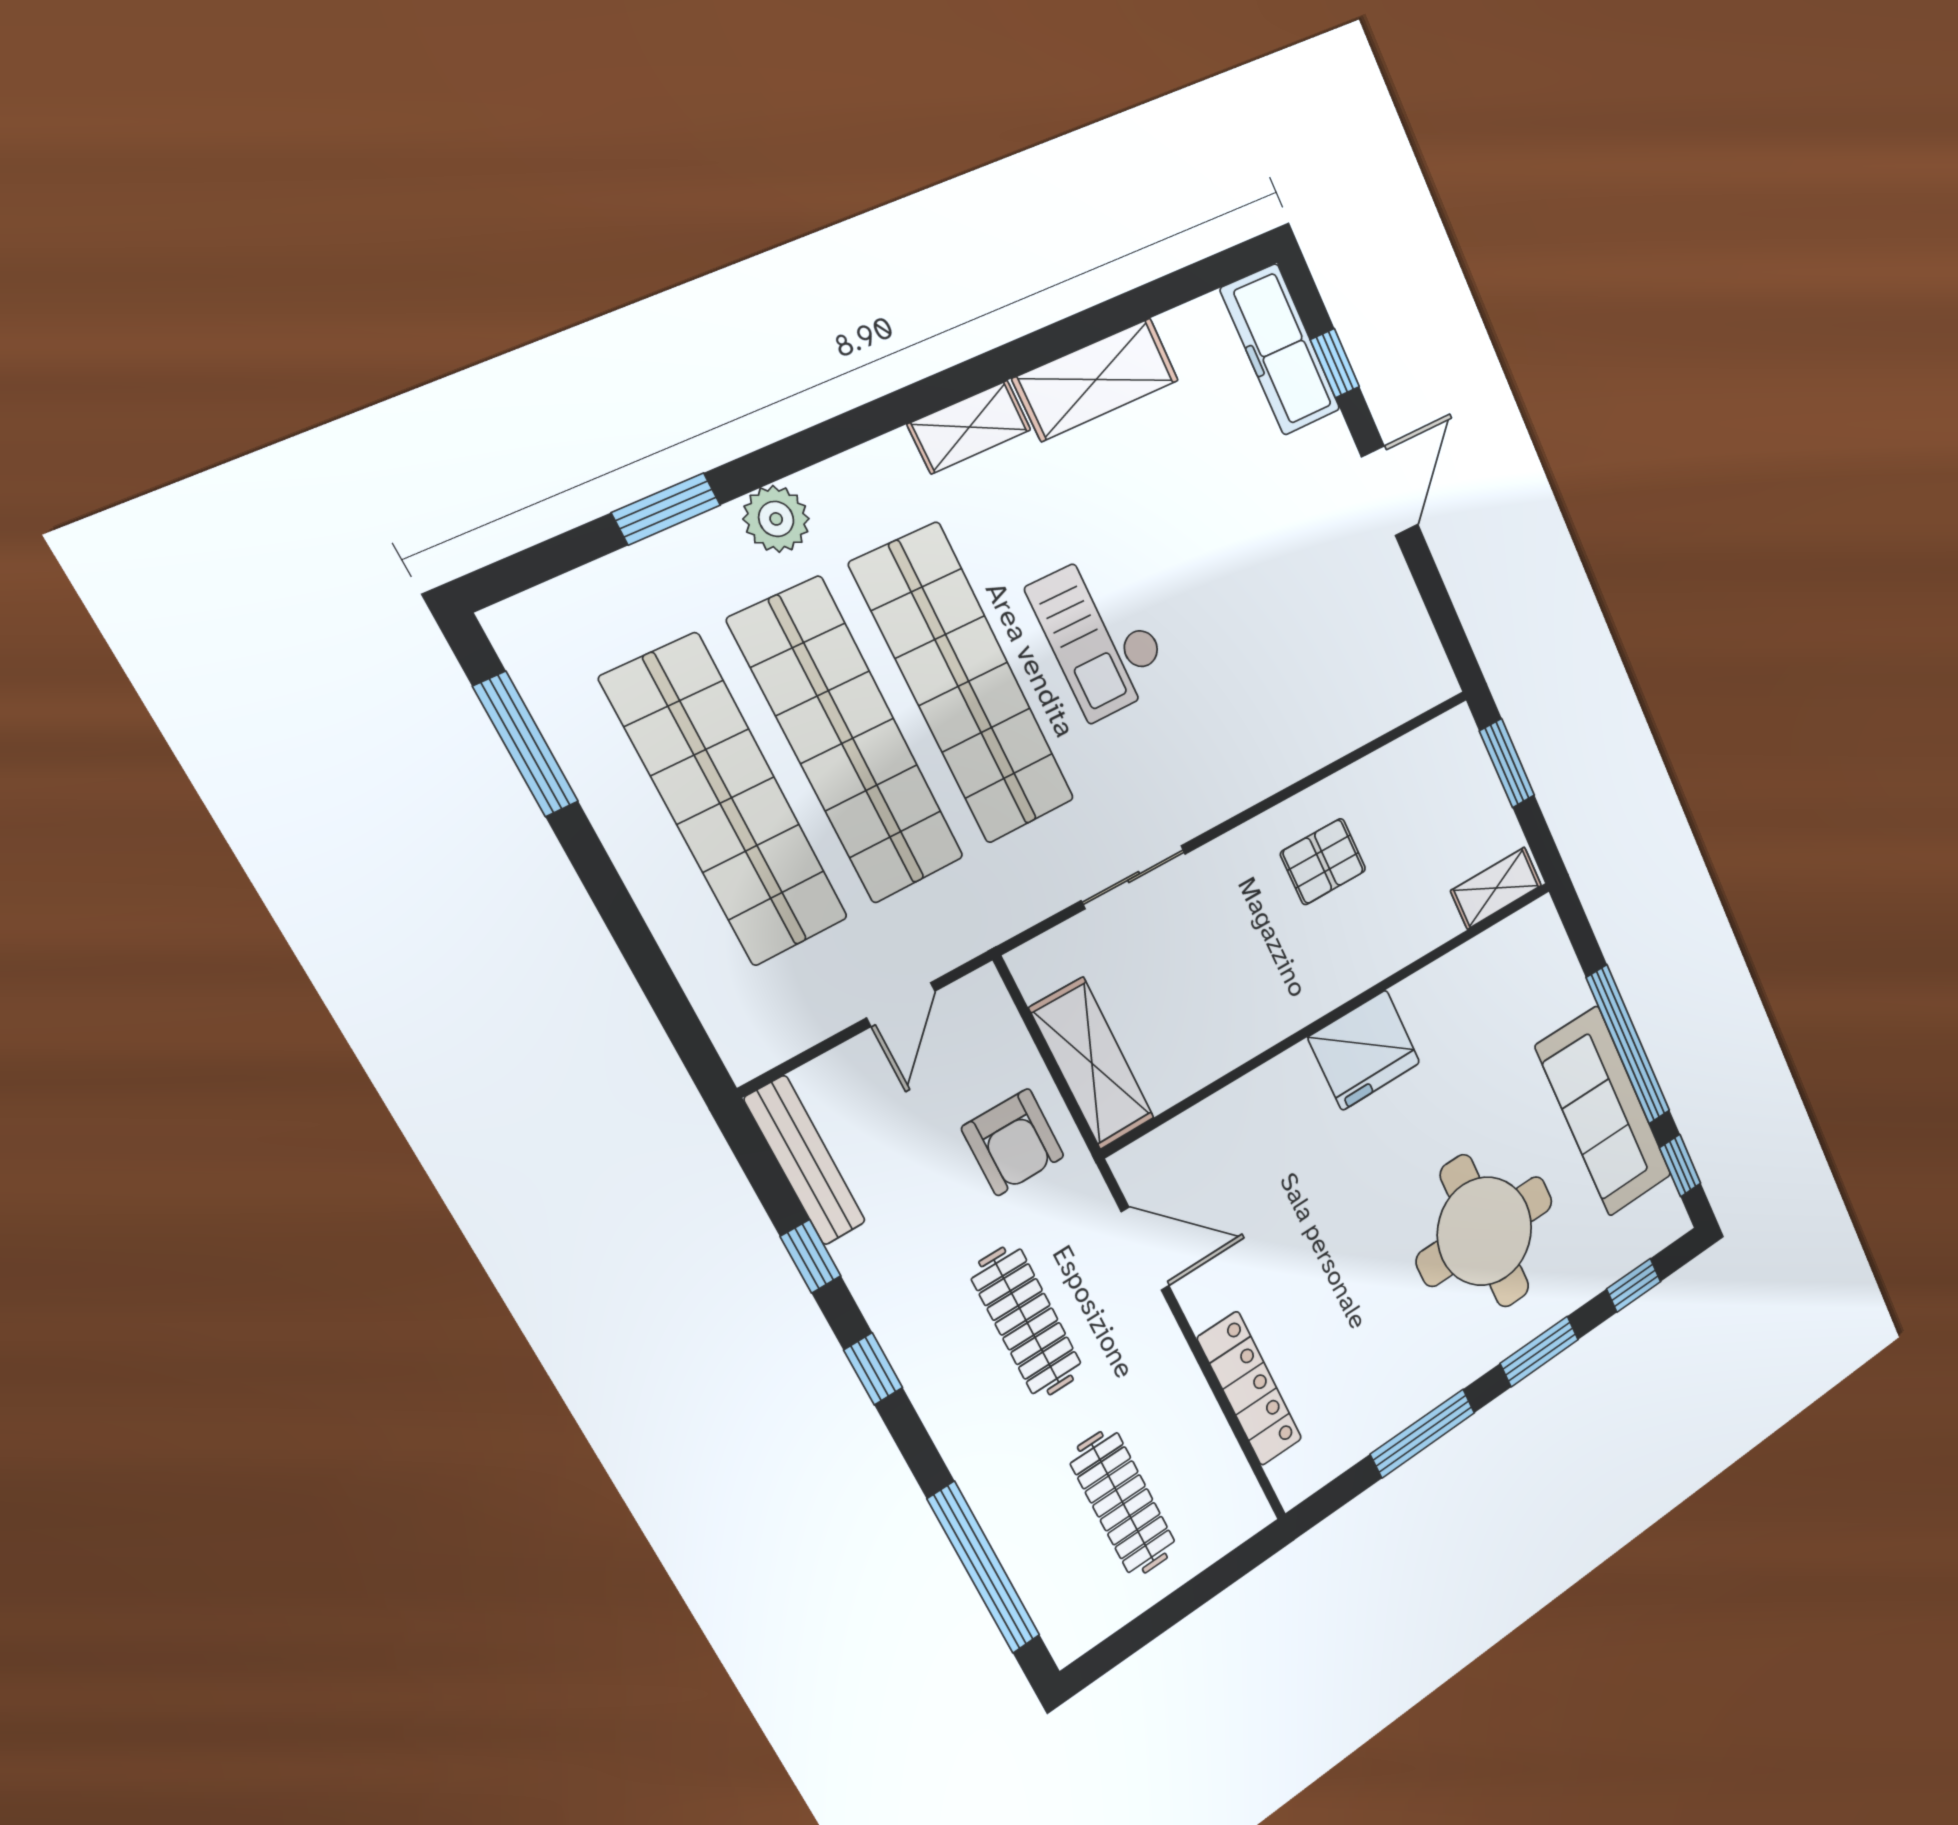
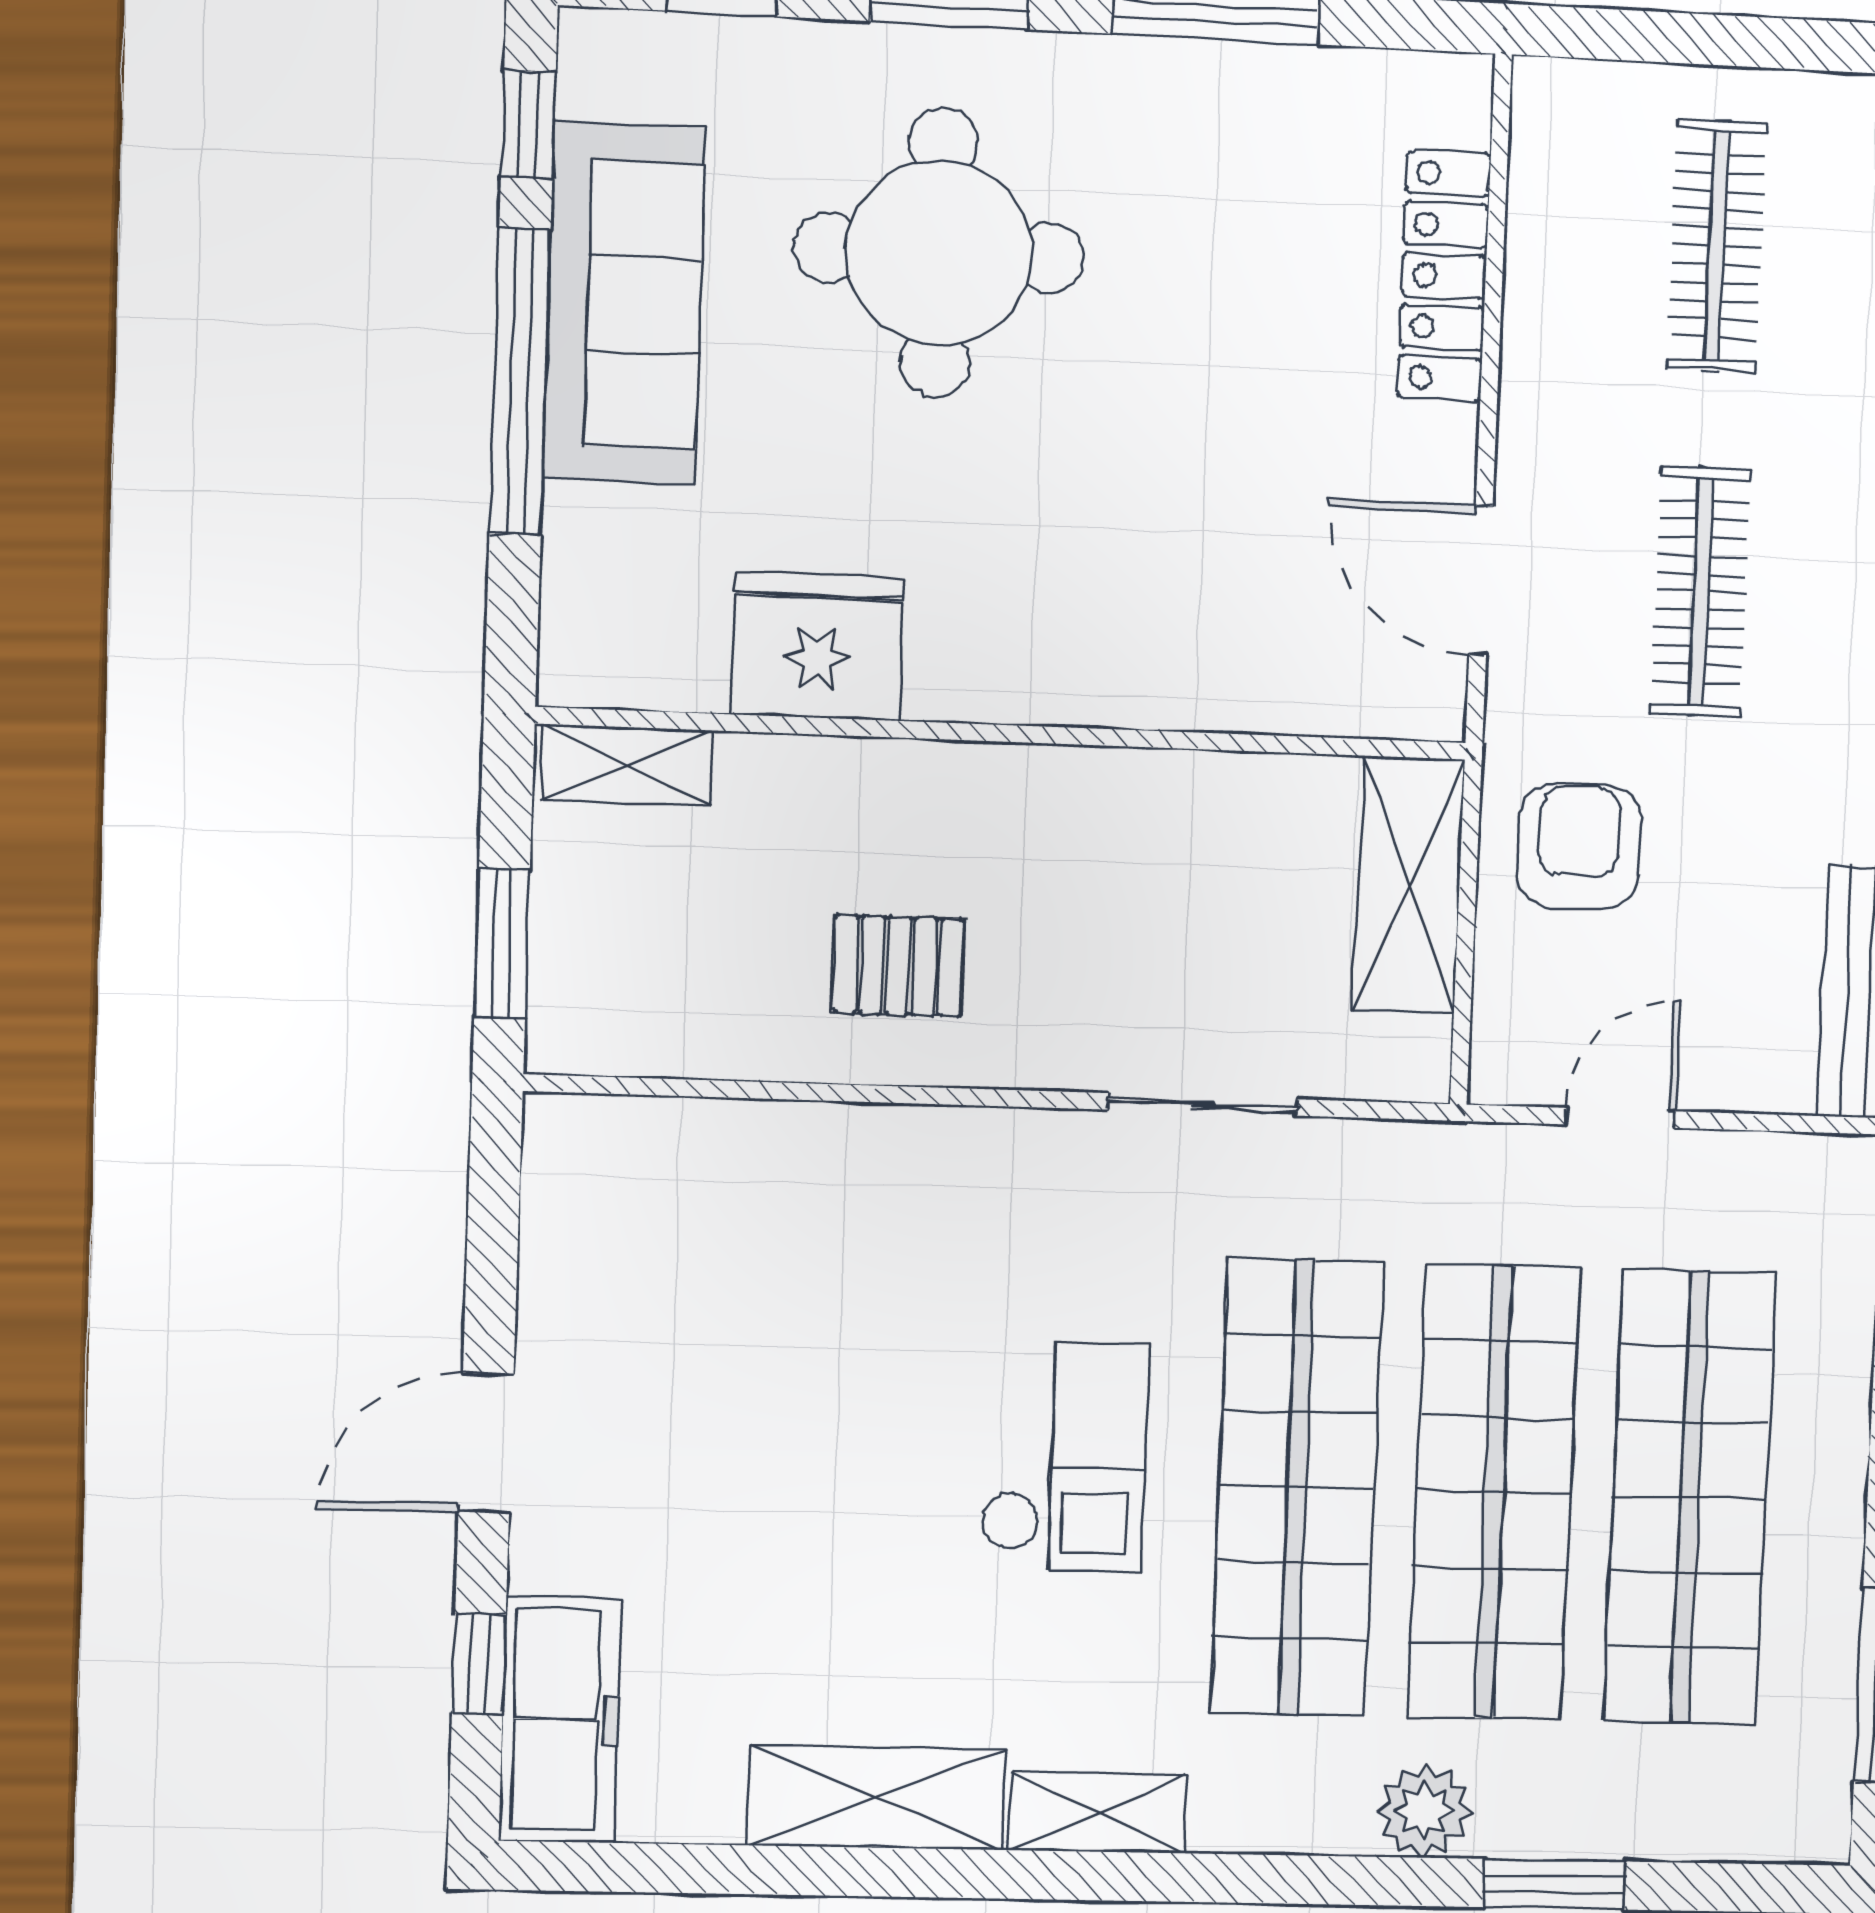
fridge: (1364, 1050) -> (817, 646), moved

